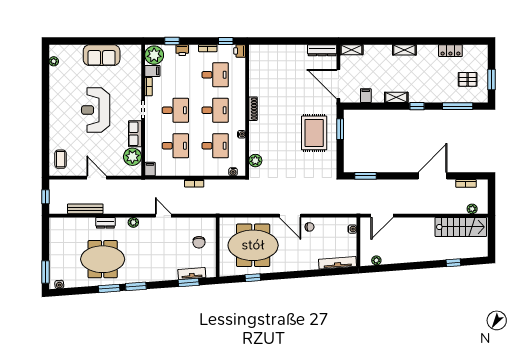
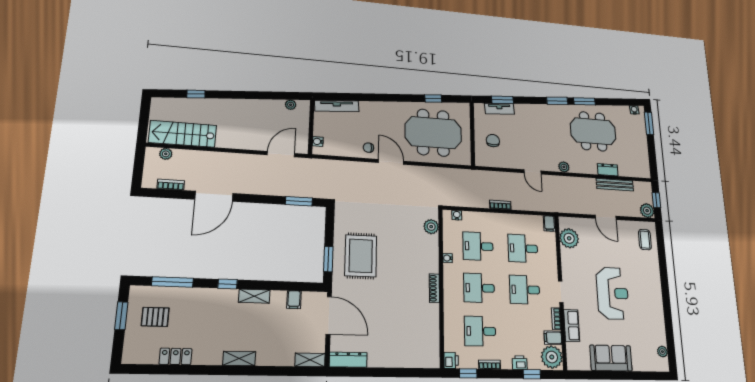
row of seats: (135, 134) -> (572, 325), moved
plant: (56, 186) -> (647, 211), added
dresser: (105, 223) -> (608, 170), moved

